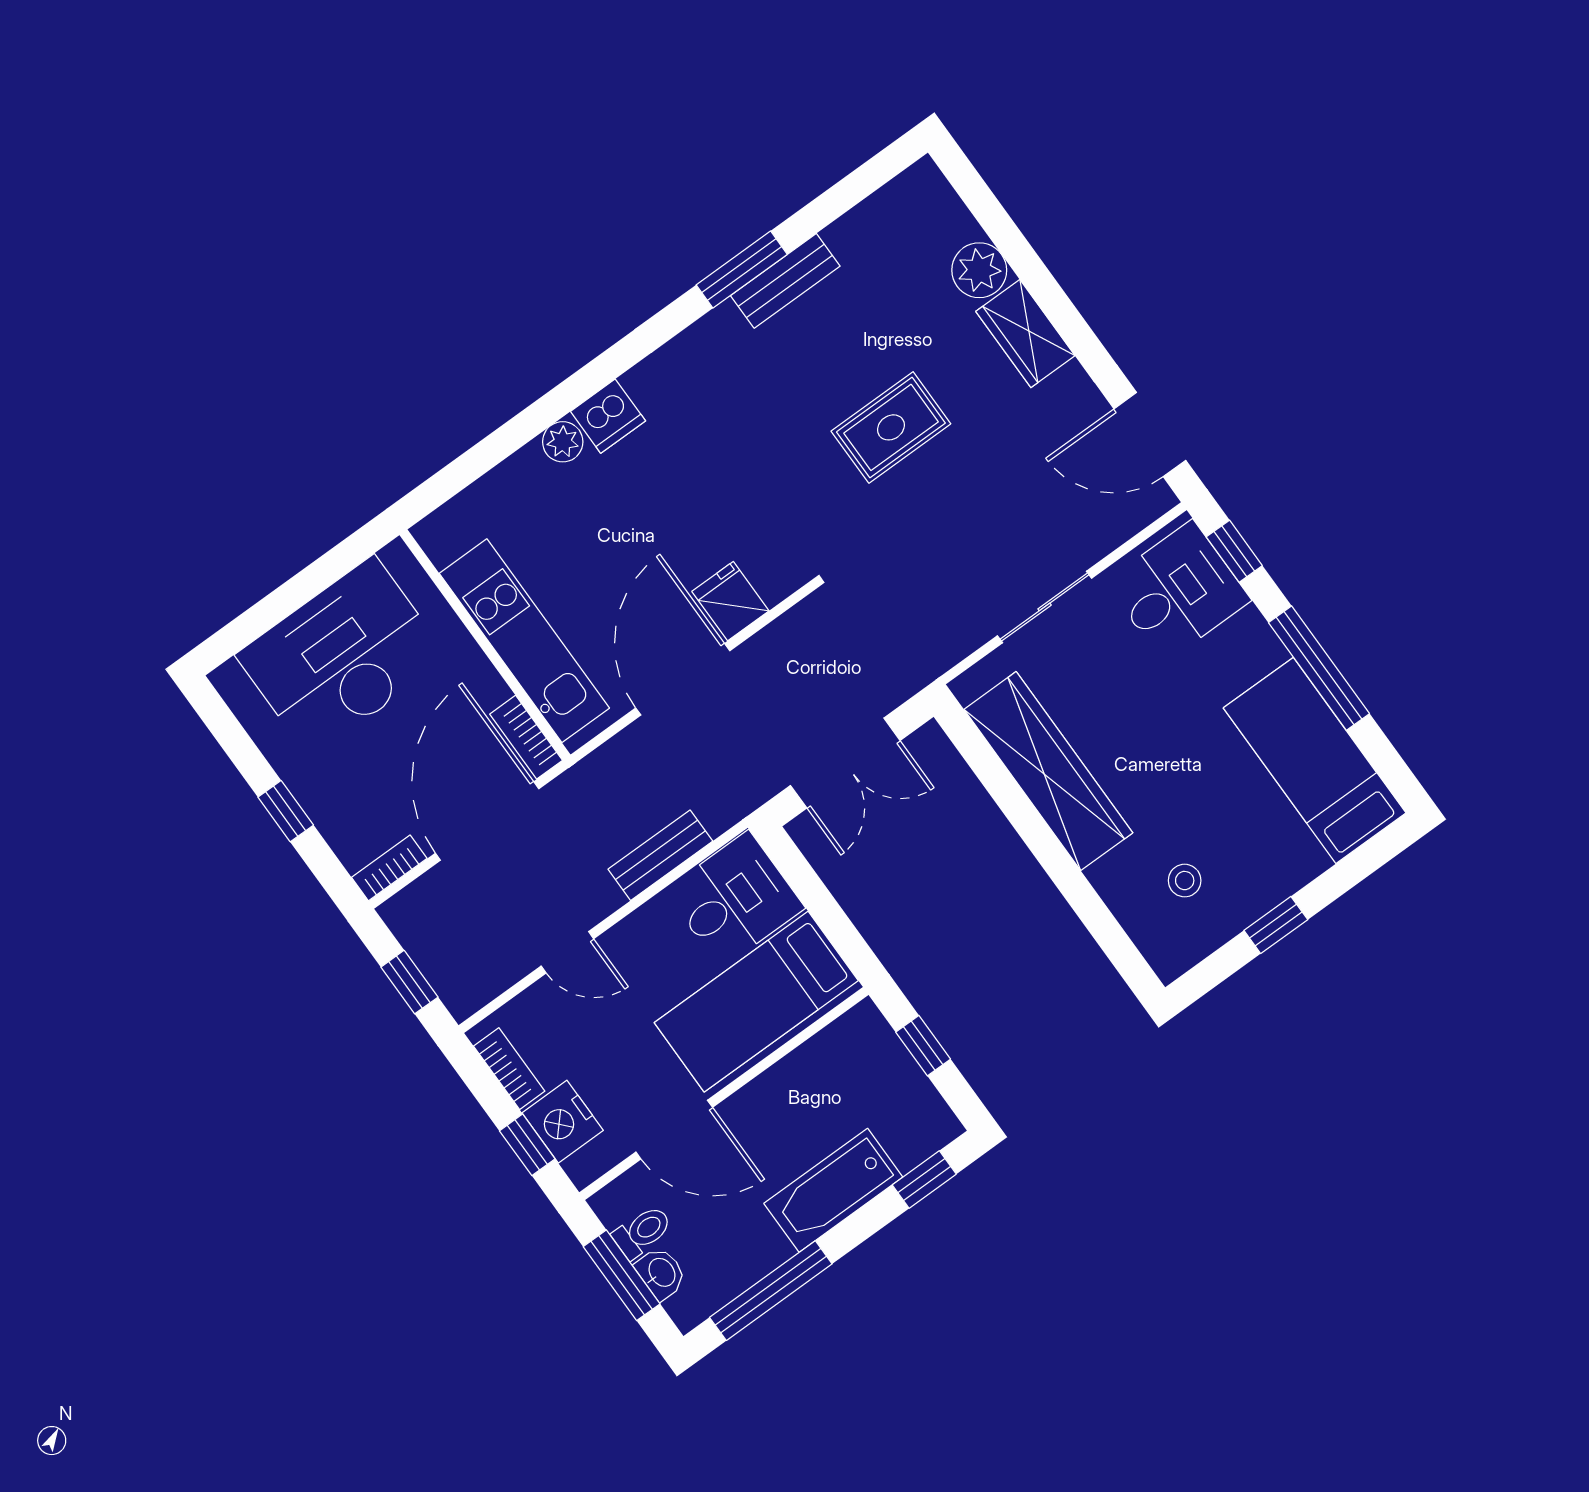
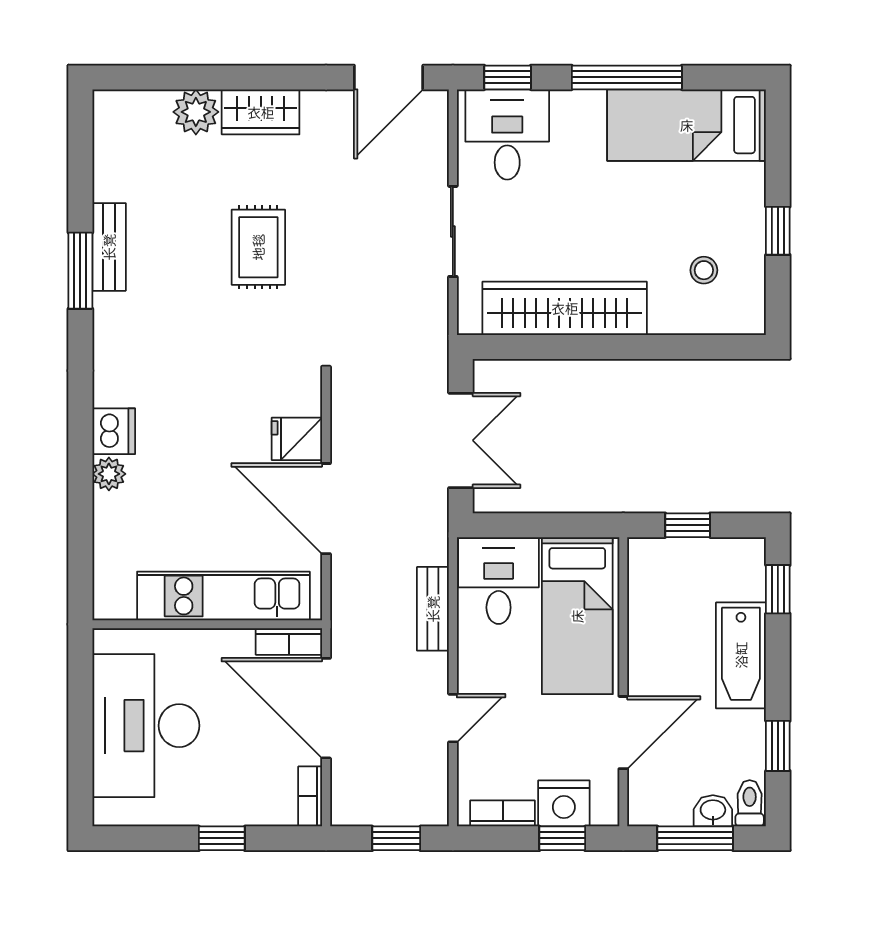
toilet: (642, 1232) -> (750, 803), moved
window: (771, 1291) -> (778, 746), width x0.46

